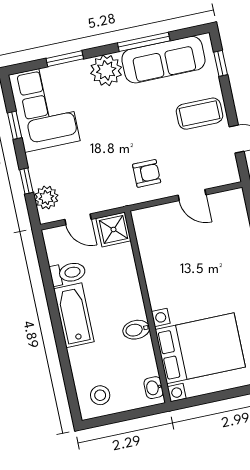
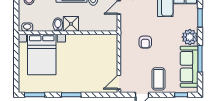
armchair: (147, 173) -> (145, 42), moved
door: (192, 195) -> (119, 82), moved
shower: (113, 229) -> (71, 24), moved

